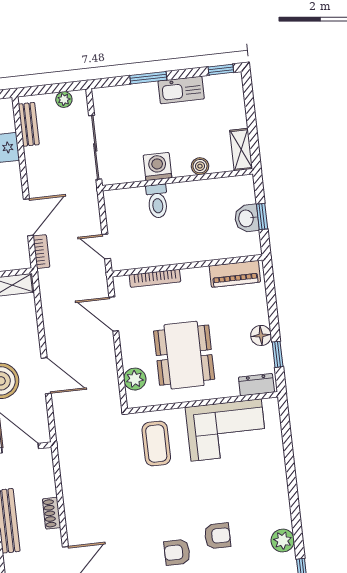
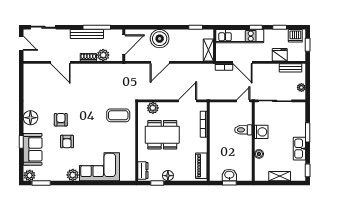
shelving: (241, 150) -> (280, 176), moved
door: (106, 247) -> (243, 101), moved
corner sofa: (226, 430) -> (99, 167), moved, turned 90
plant: (44, 485) -> (103, 55), added
plant: (283, 541) -> (73, 175), moved

